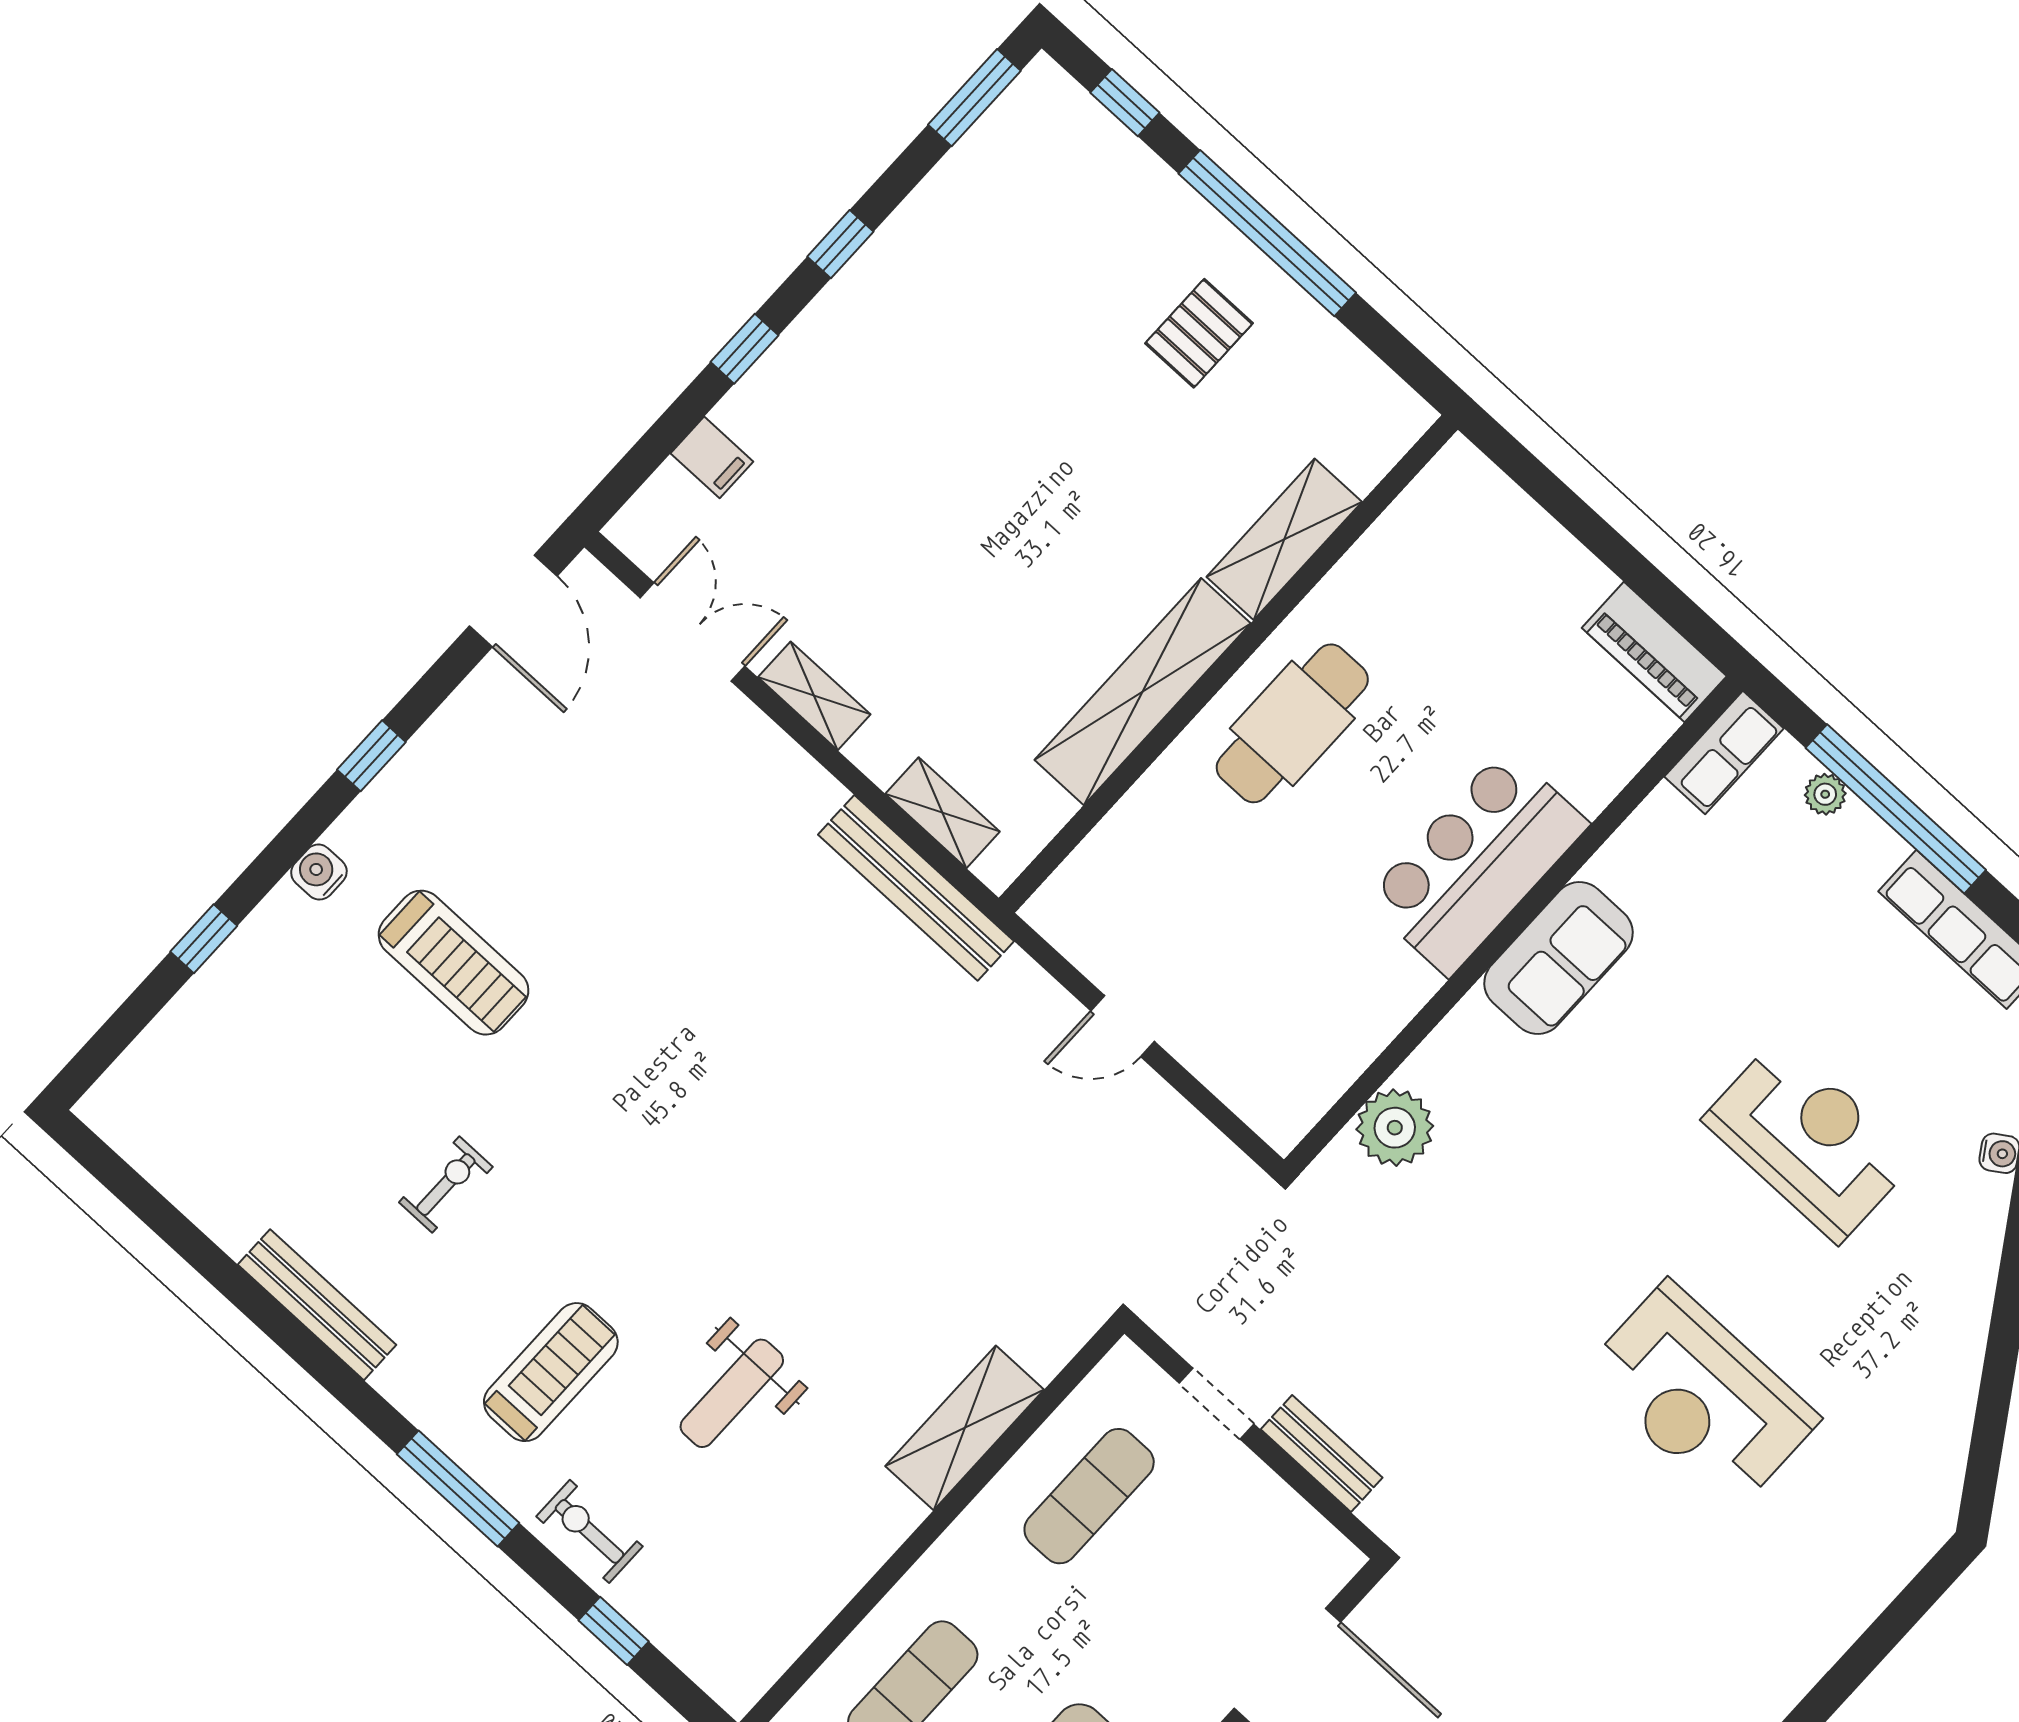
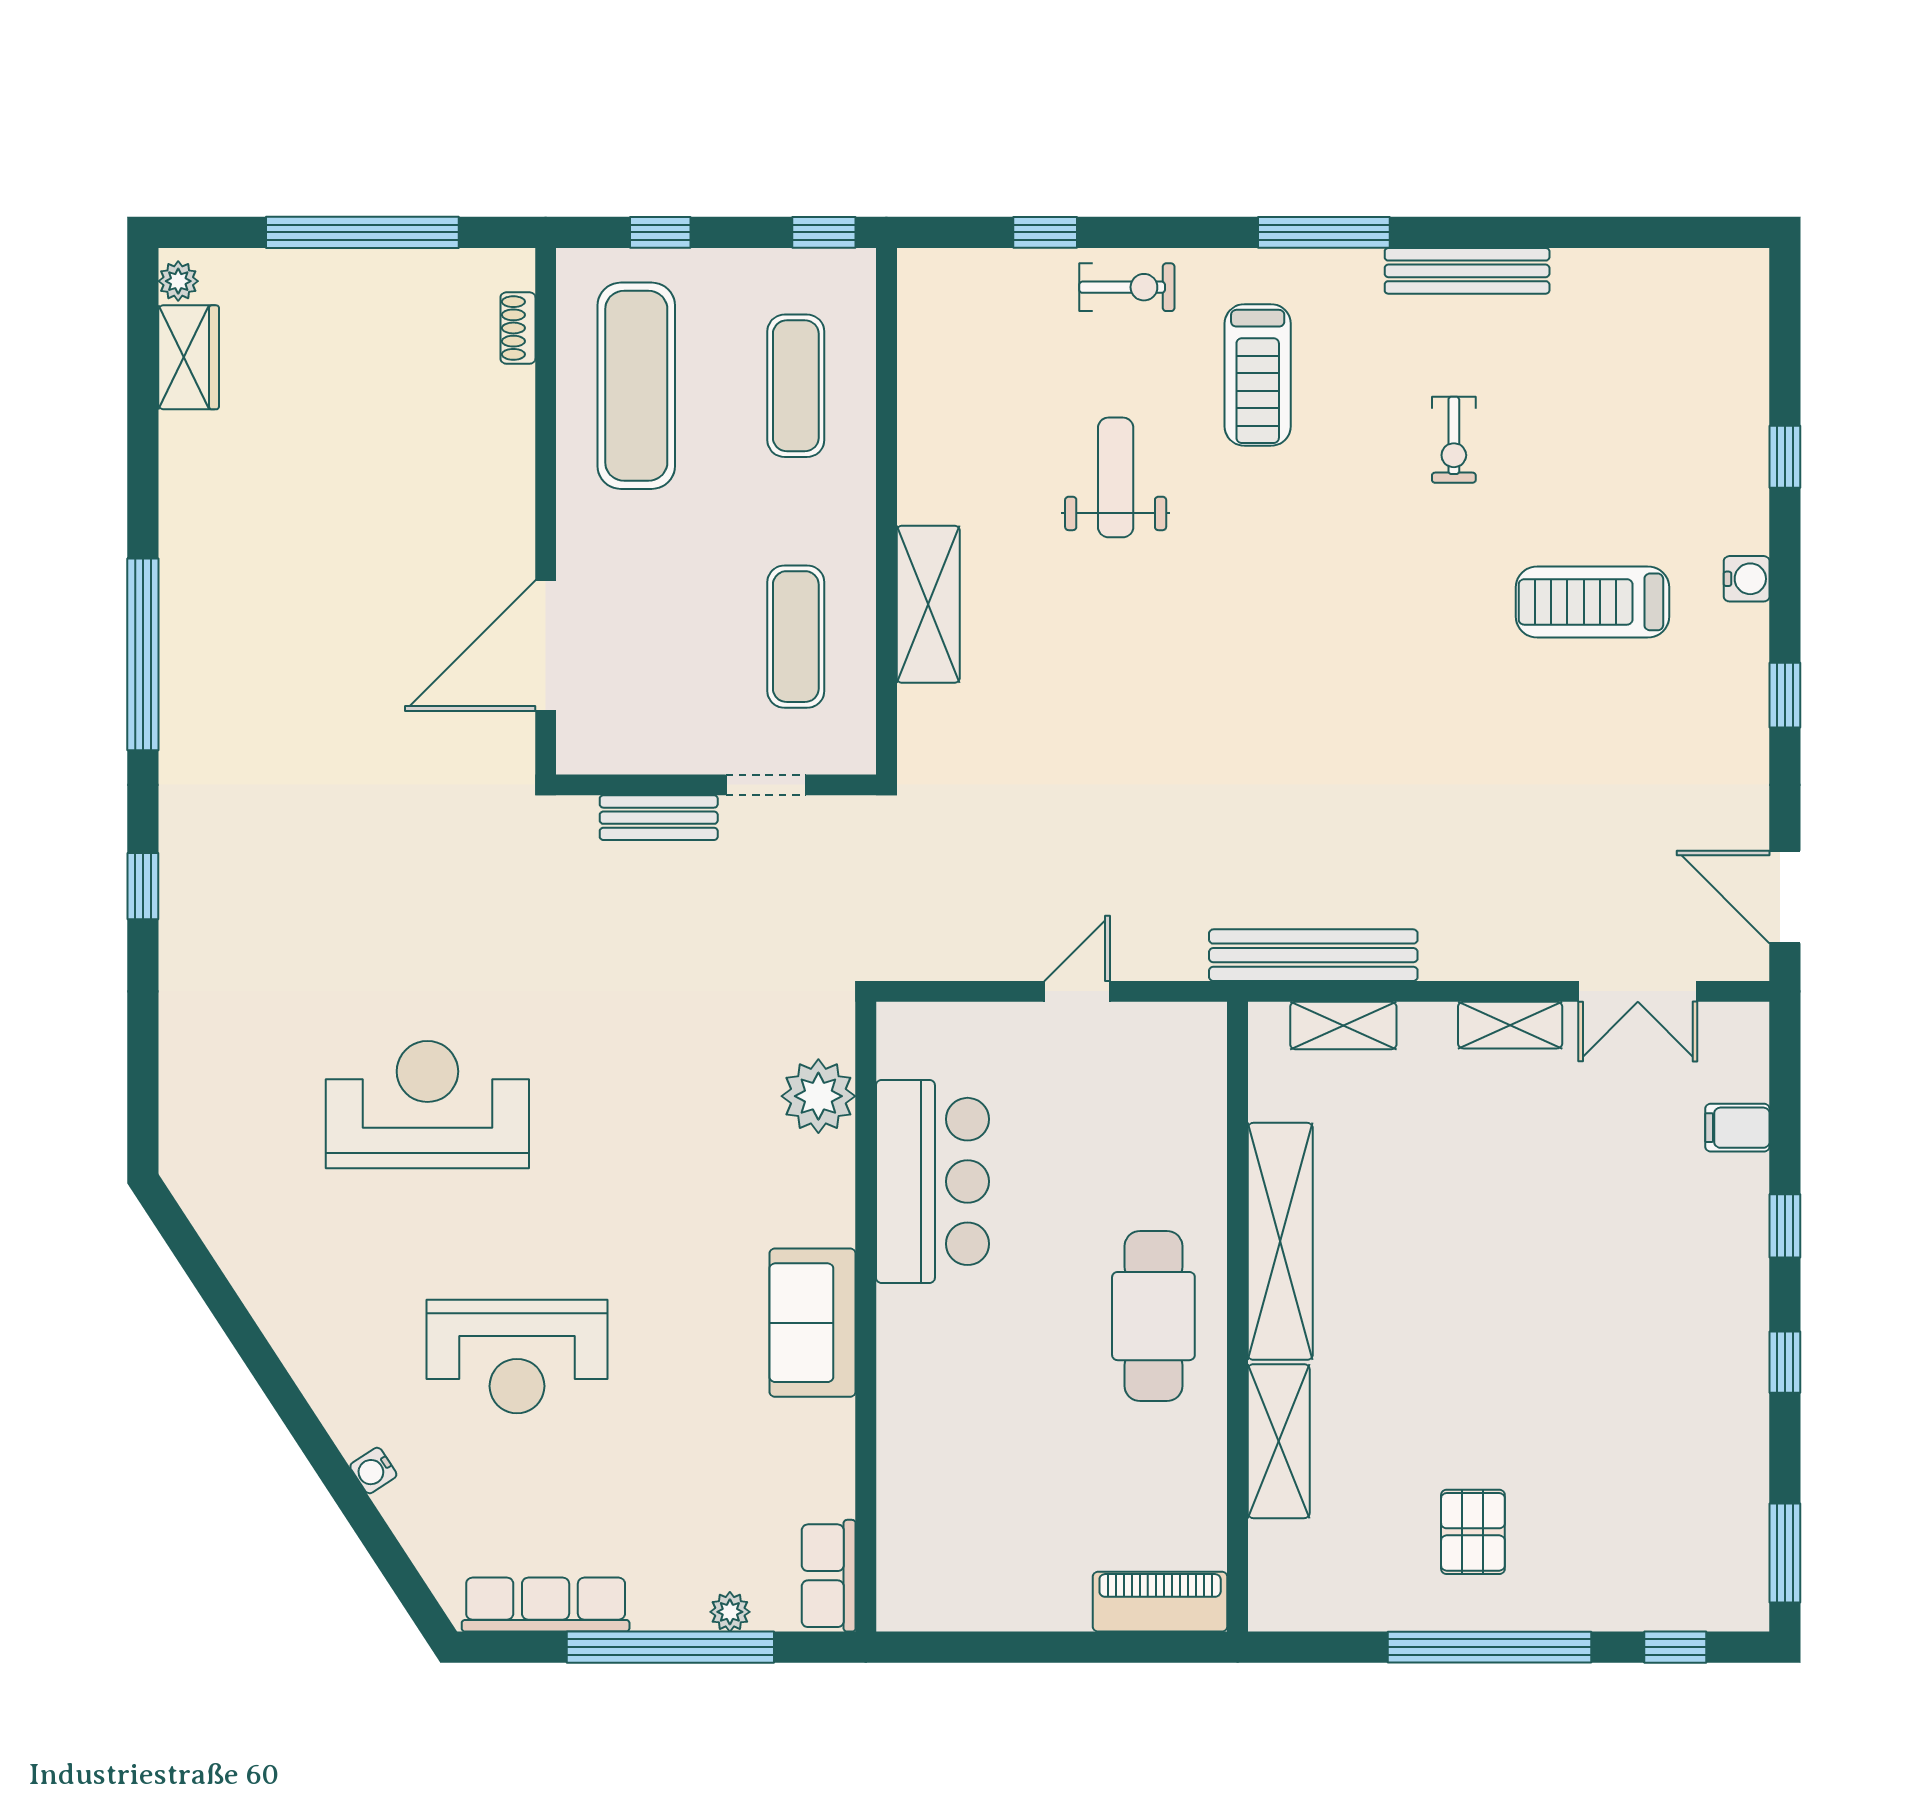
piano: (1654, 652) -> (1160, 1602), moved
bar counter: (1477, 862) -> (933, 1181), moved
window: (458, 1488) -> (1324, 232), moved

